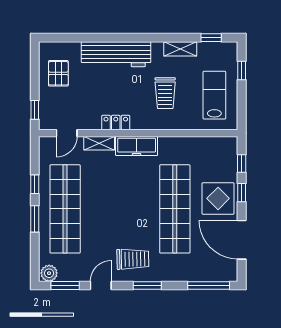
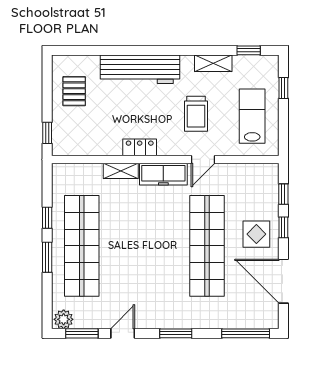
door: (67, 133) -> (203, 159), moved
display table: (218, 198) -> (256, 234), width x0.73, depth x0.73
trolley: (133, 259) -> (159, 303), removed

